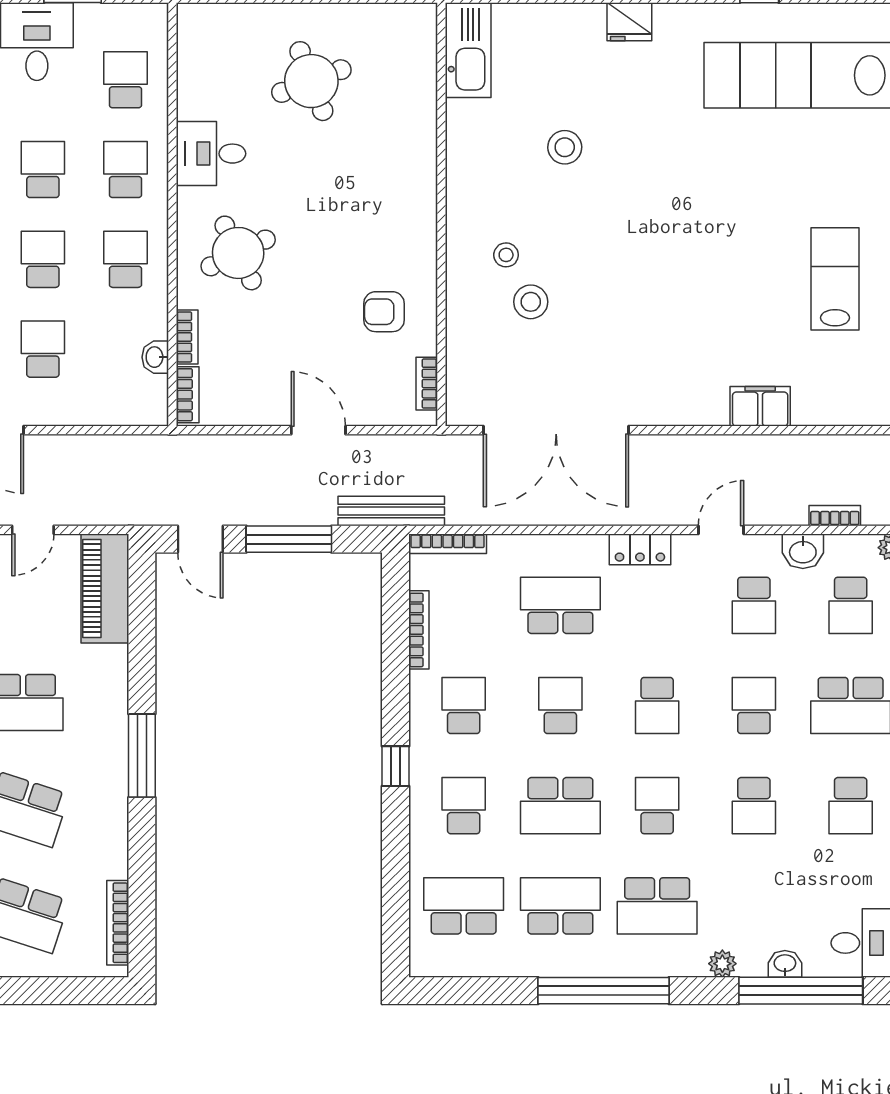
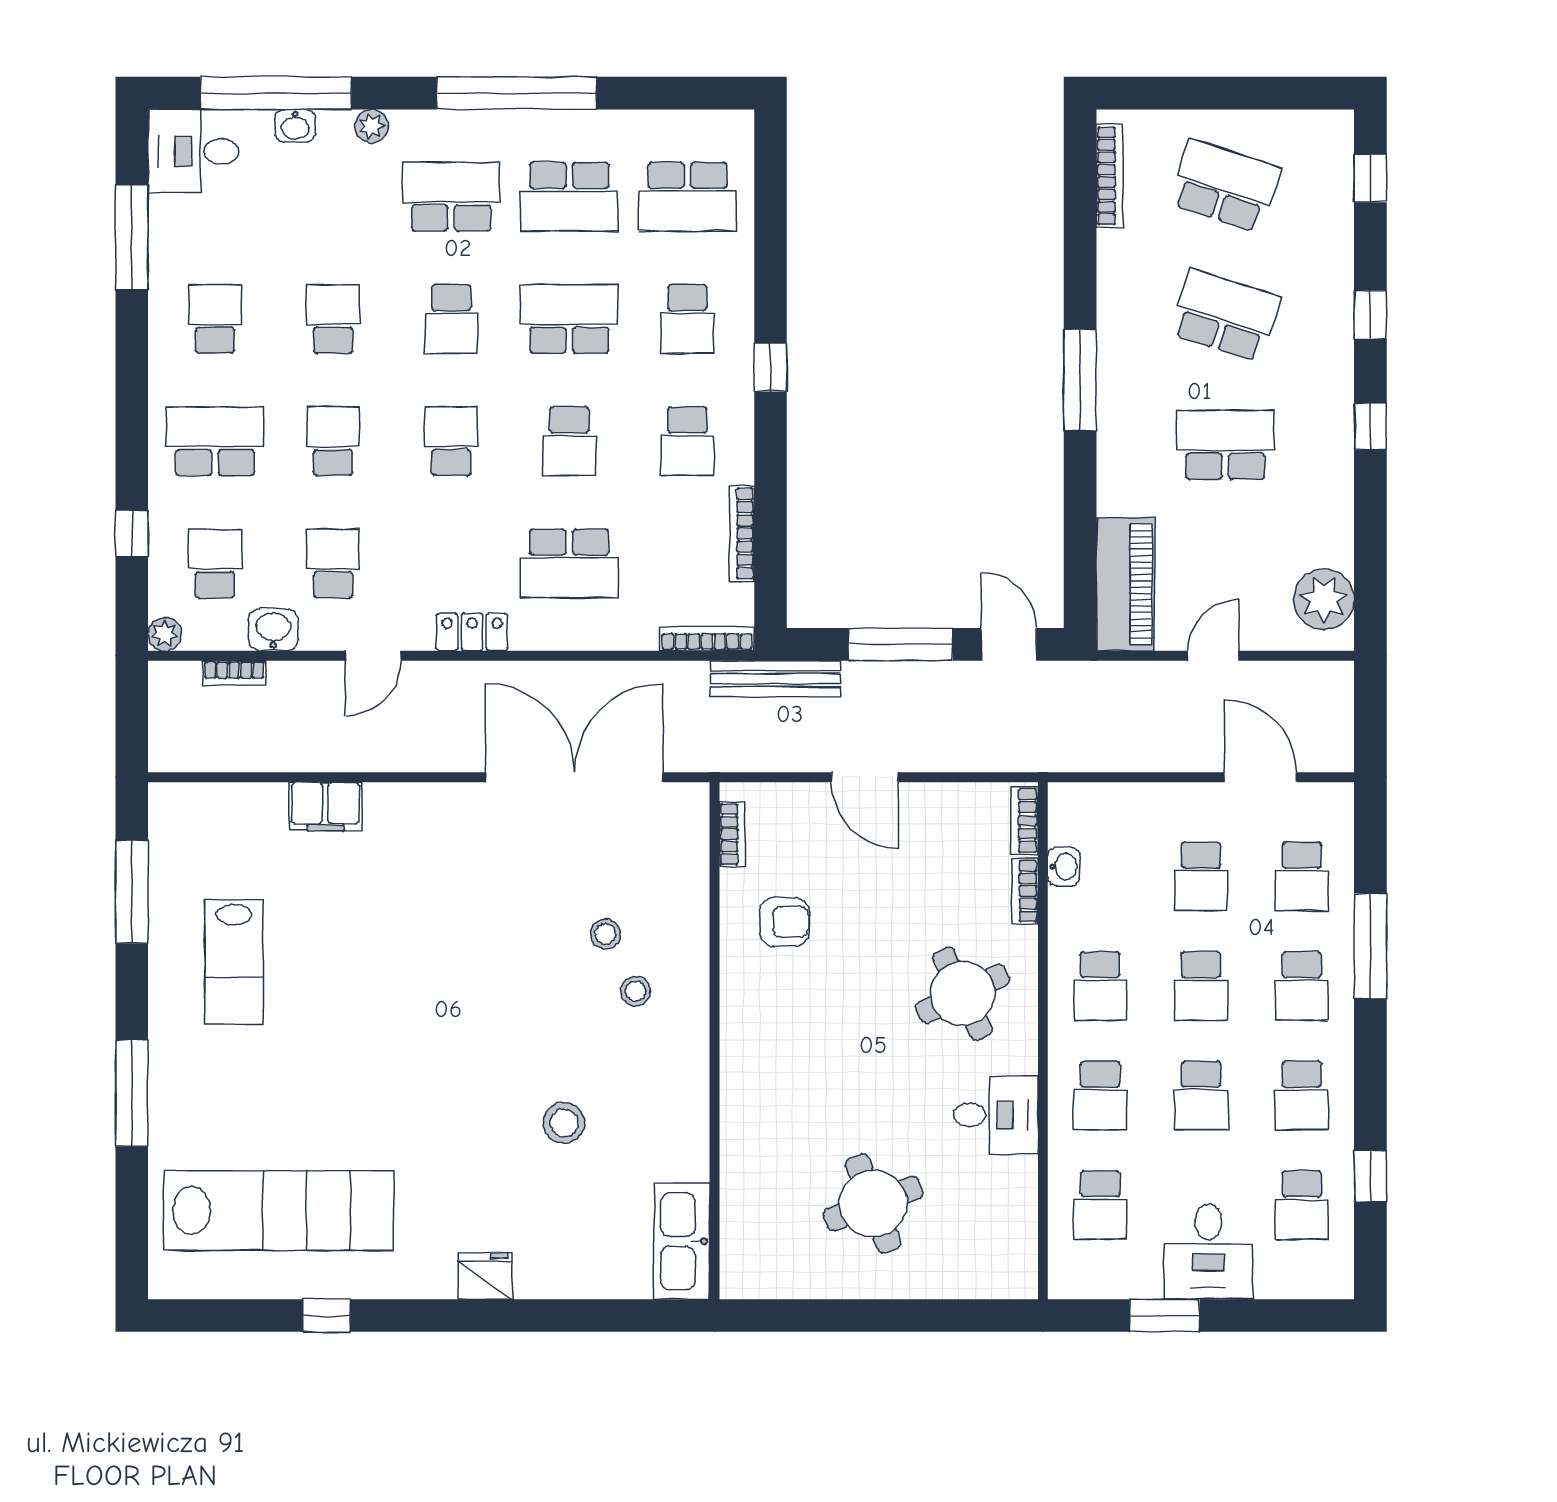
stool: (531, 302) -> (605, 934), width x0.73, depth x0.73
school desk: (754, 706) -> (333, 441), turned 180

